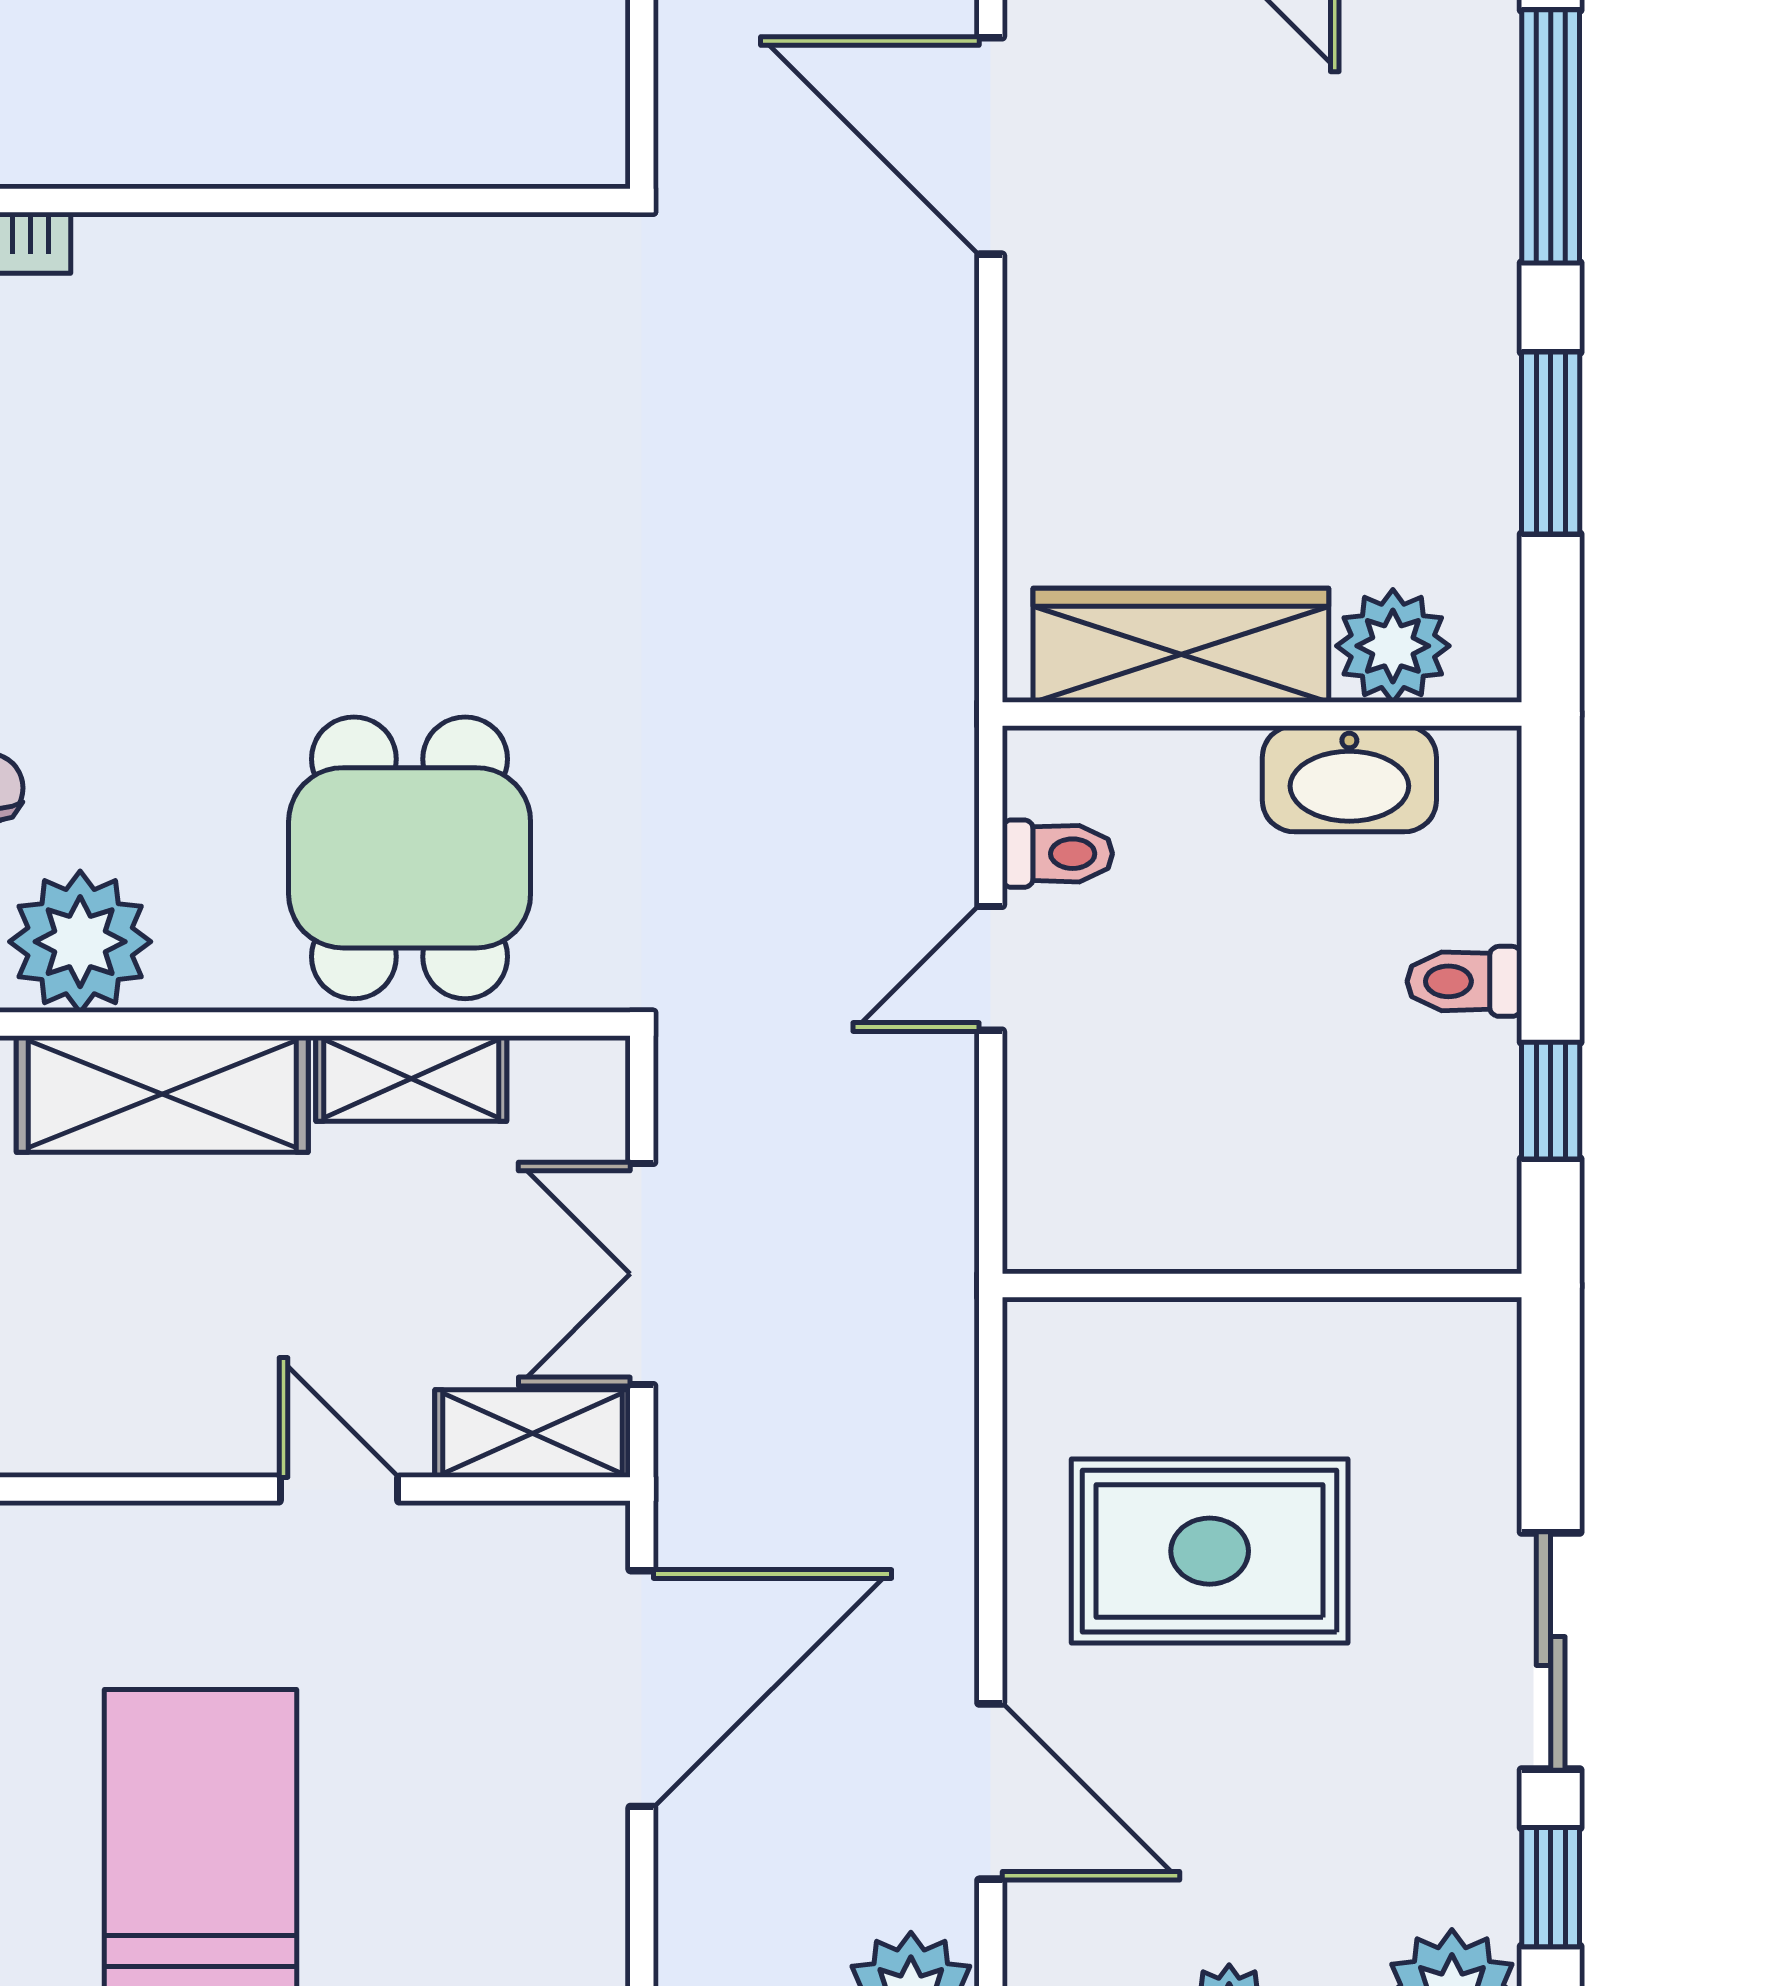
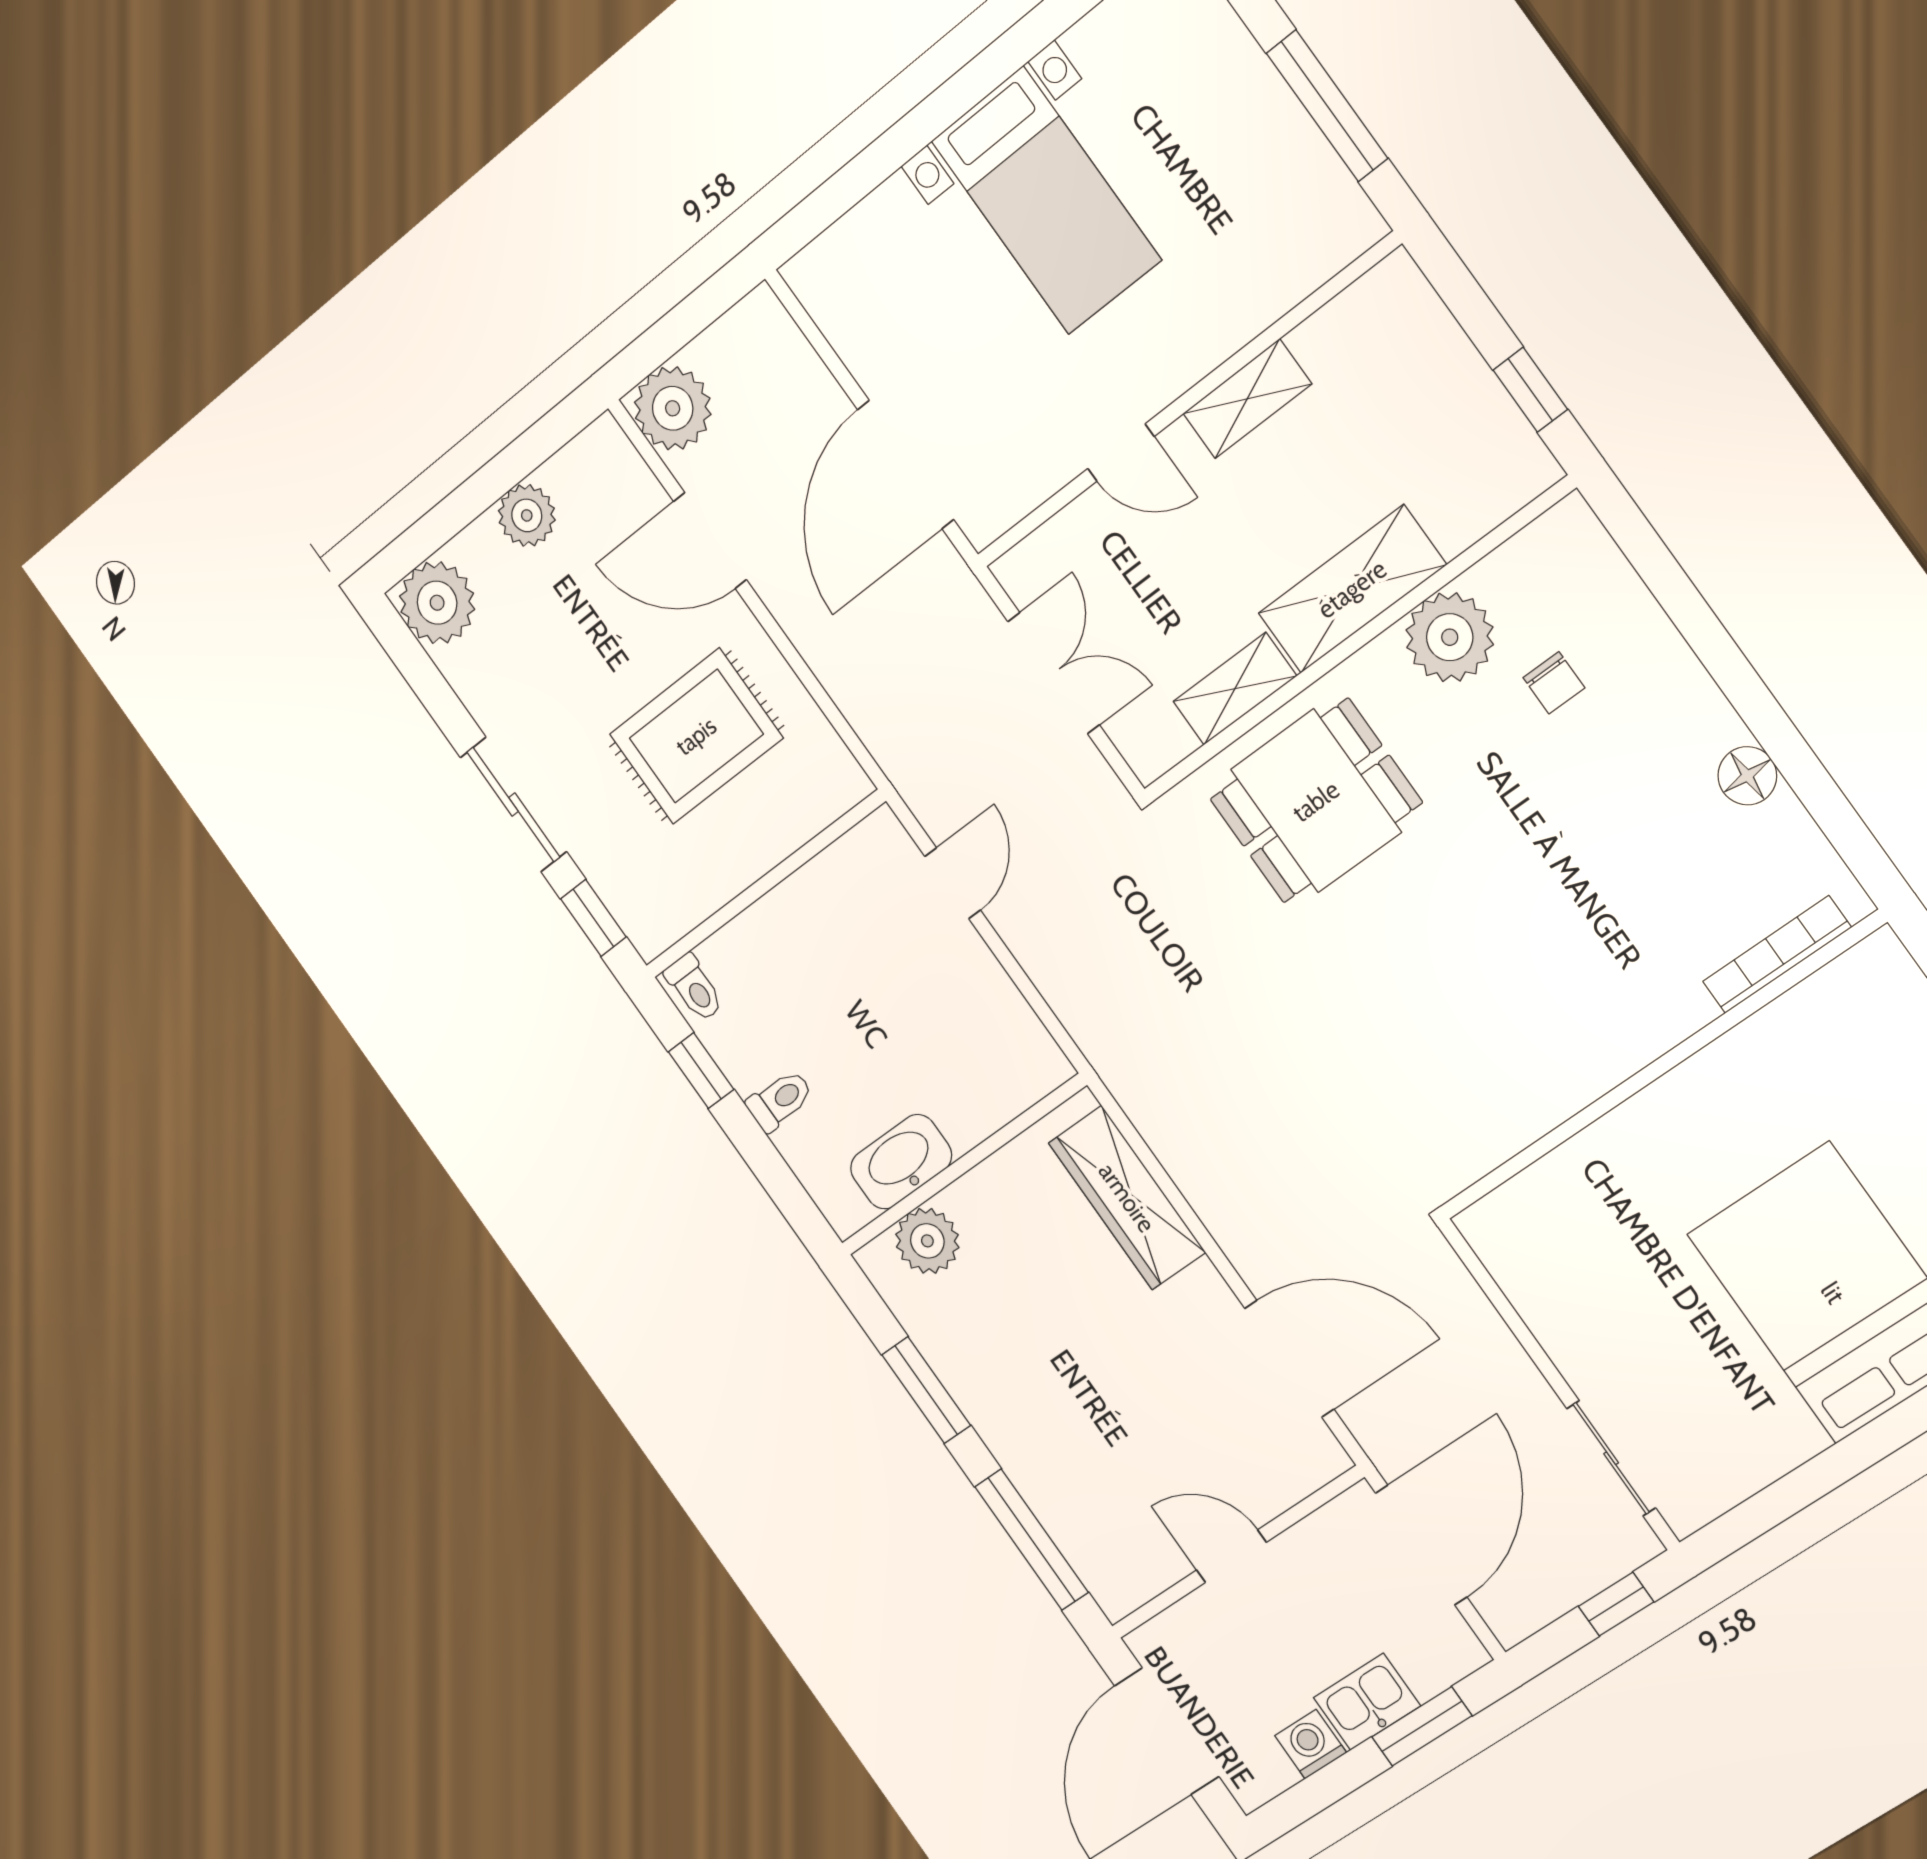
wardrobe: (1181, 645) -> (1127, 1198), moved, turned 90
toilet: (1057, 854) -> (694, 988), moved, turned -90
dining table: (410, 858) -> (1316, 801), turned 90
door: (991, 968) -> (953, 883), moved
shelving: (533, 1433) -> (1247, 399), moved
window: (1551, 1887) -> (593, 918), moved

